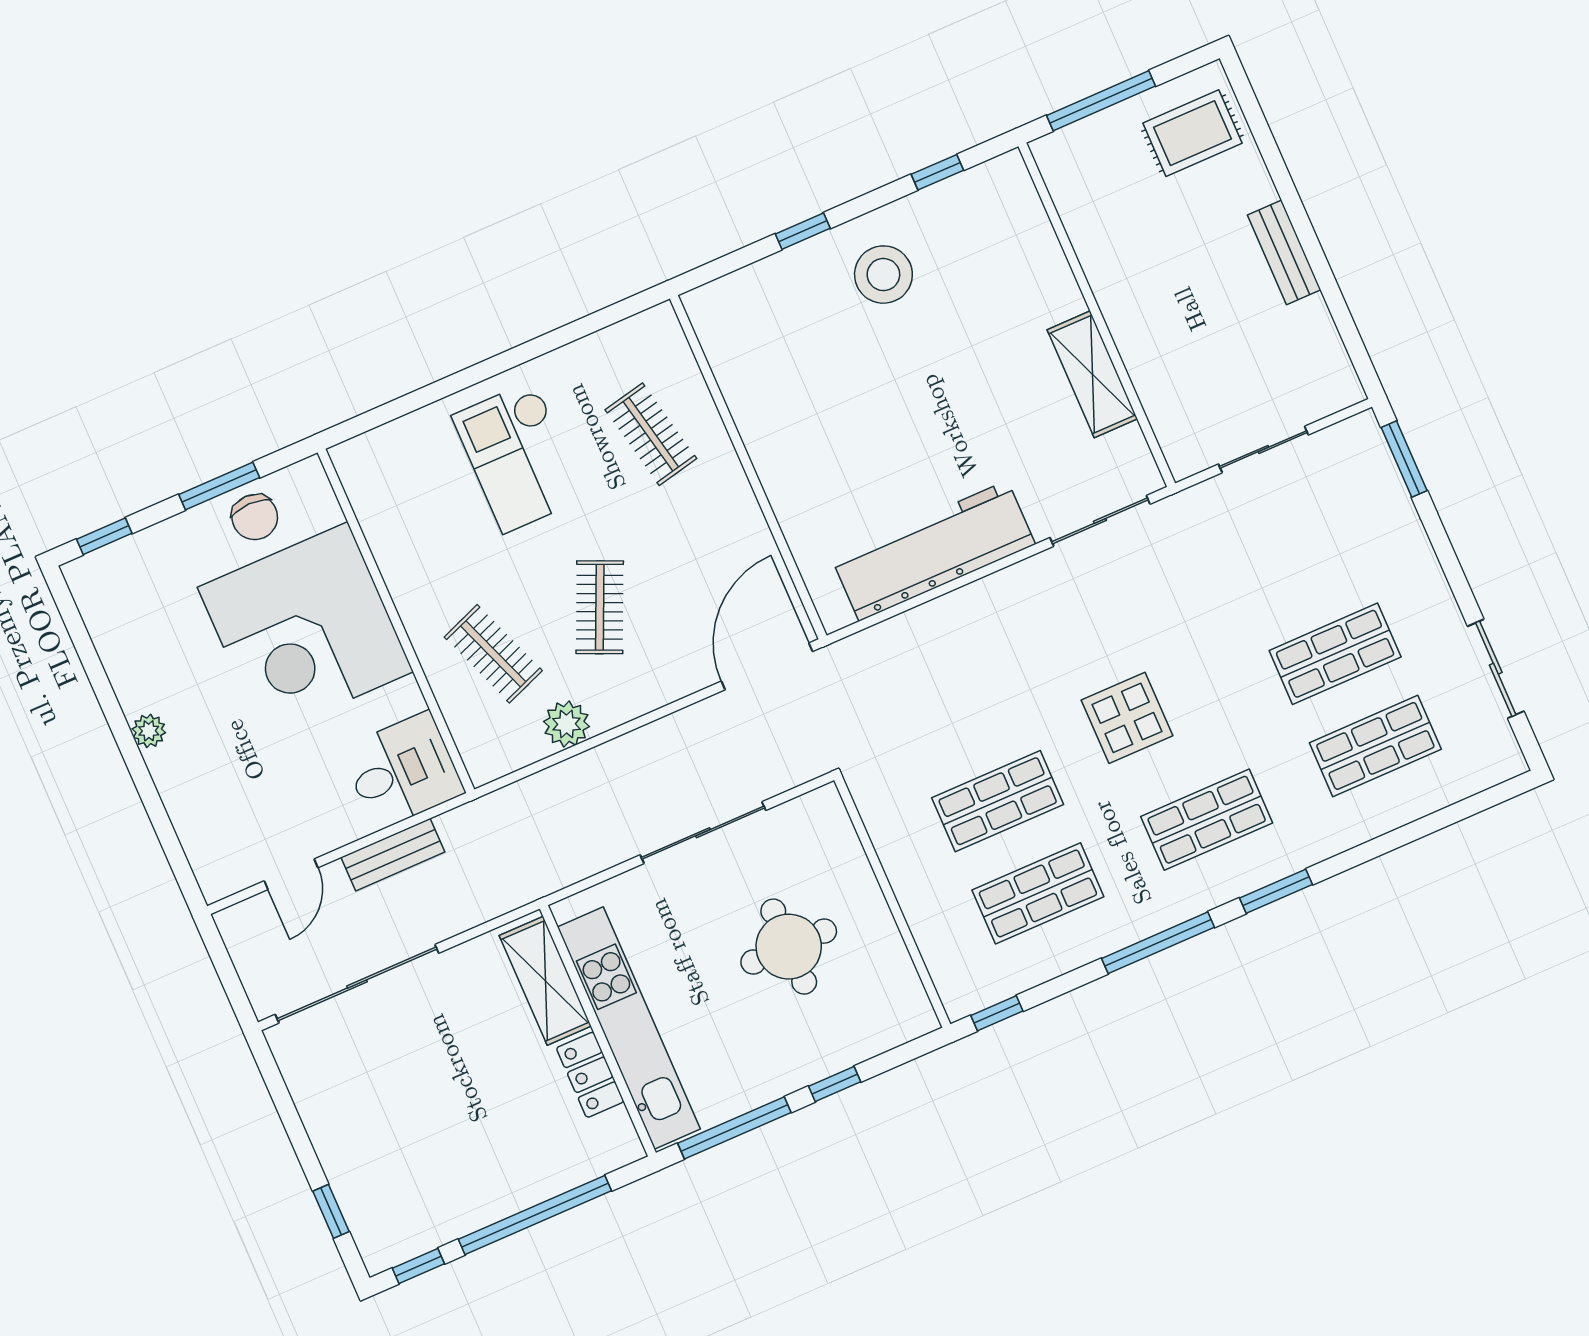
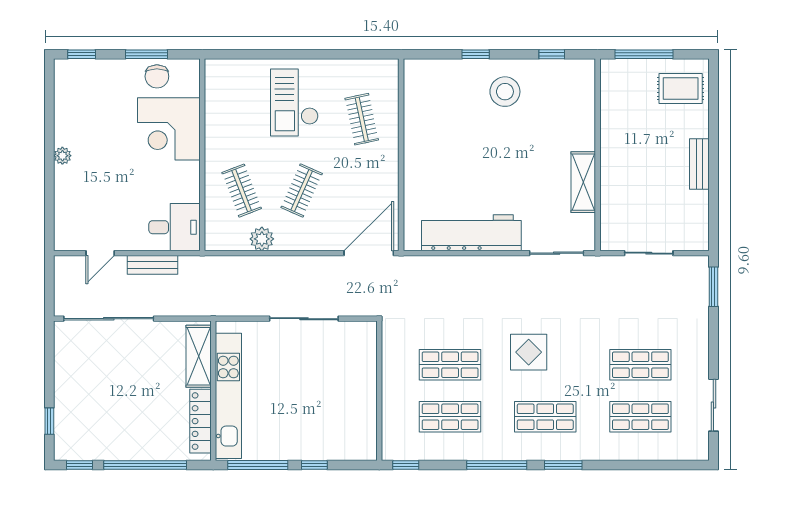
corner desk: (305, 630) -> (169, 129), width x0.74, depth x0.74
round table: (789, 947) -> (321, 390), removed
locker: (590, 1075) -> (200, 421), width x1.53

